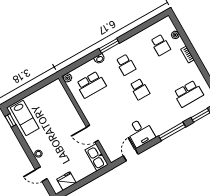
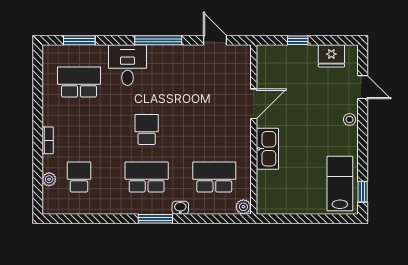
school desk: (126, 65) -> (147, 177), width x1.85
window: (172, 131) -> (158, 40), moved
desk: (140, 133) -> (127, 65), moved
door: (92, 134) -> (254, 104), hinge flipped
door: (131, 155) -> (215, 40), swing flipped
kitchen sink: (97, 157) -> (267, 149), moved
window: (88, 179) -> (298, 40), added

